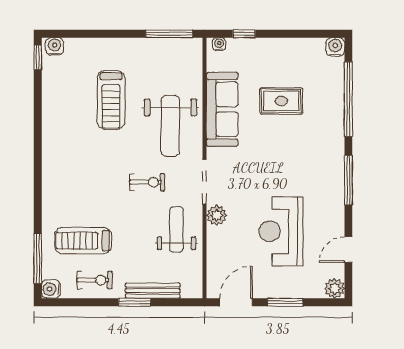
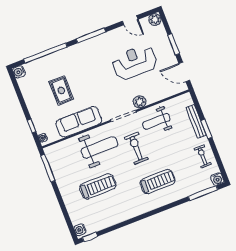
exercise bike: (147, 182) -> (136, 148), width x1.38, depth x1.39
reception desk: (281, 231) -> (135, 62), turned 180
treadmill: (83, 241) -> (158, 182), moved, turned -90

